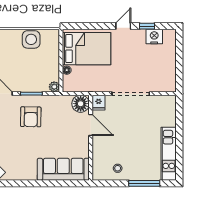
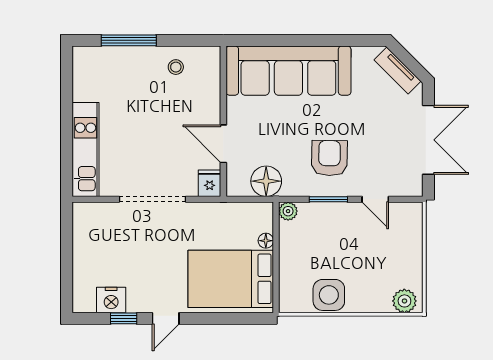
floor lamp: (81, 104) -> (266, 181), moved
kitchen unit: (169, 154) -> (85, 149), moved
sofa: (63, 169) -> (288, 71), width x1.36, depth x1.27

